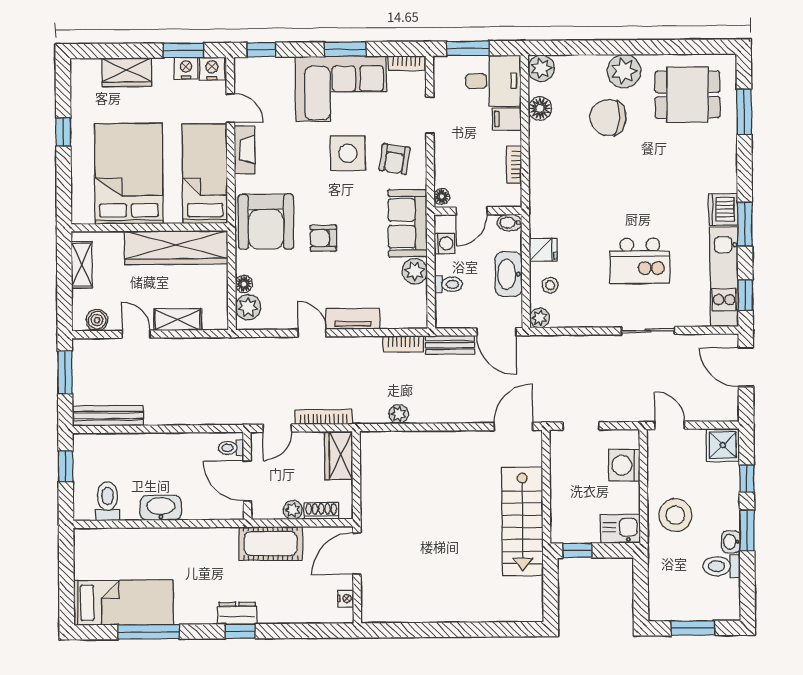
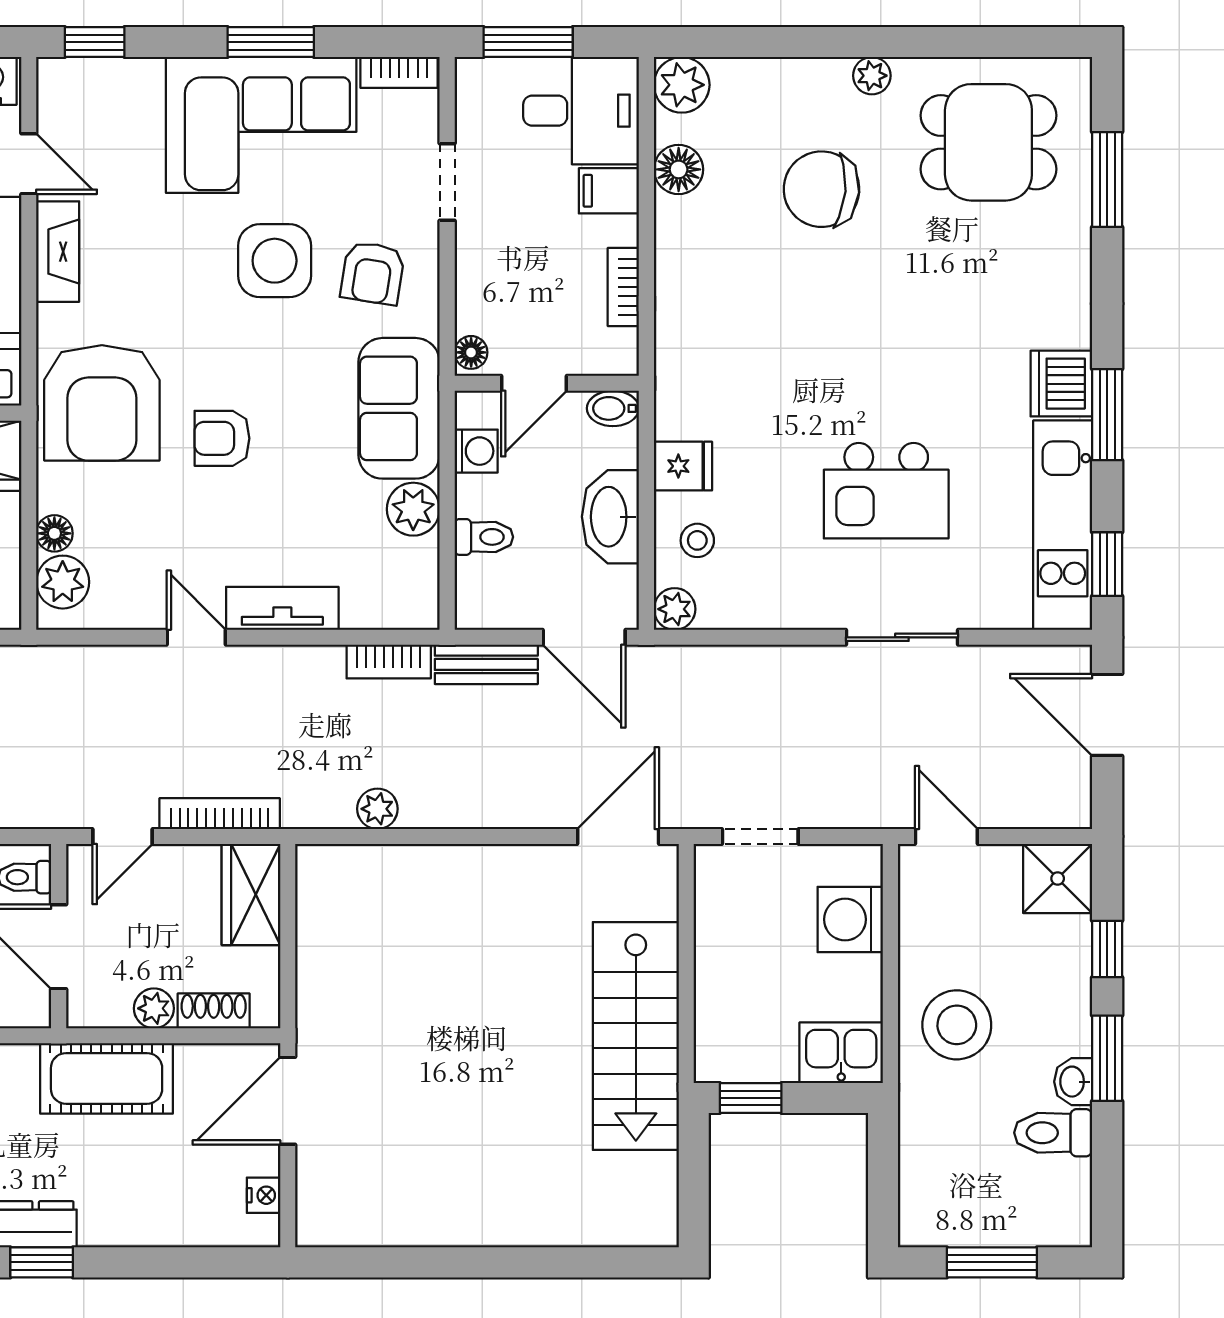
plant: (624, 71) -> (872, 76), width x0.53, depth x0.53

